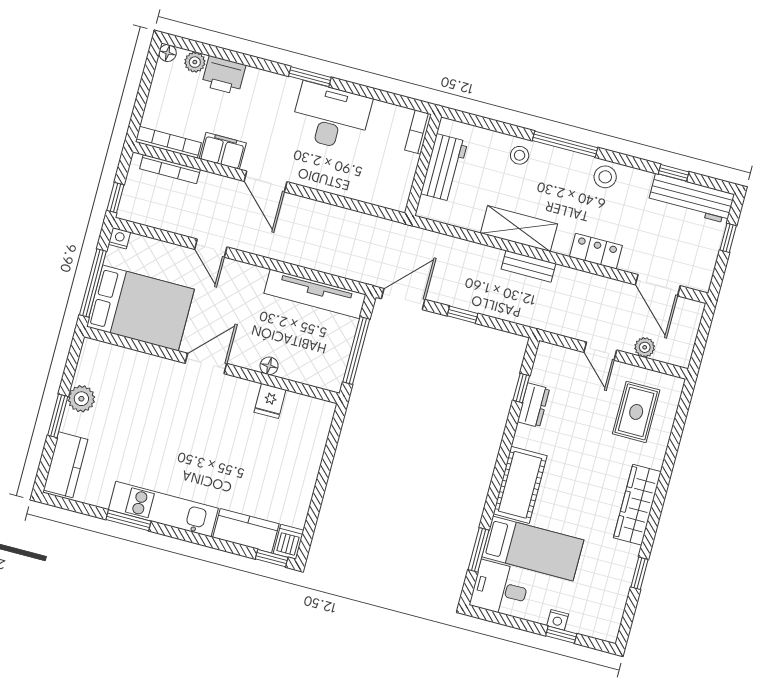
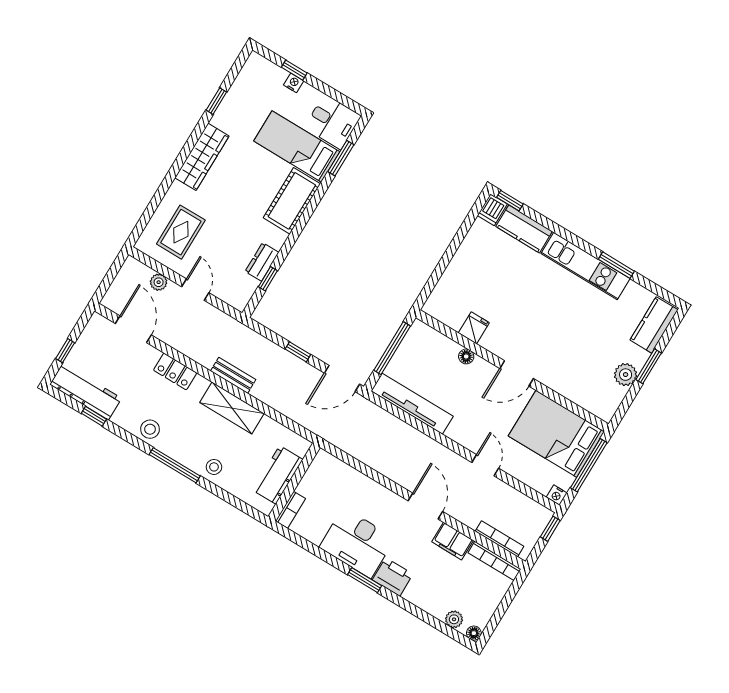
printer: (224, 75) -> (393, 577), moved

